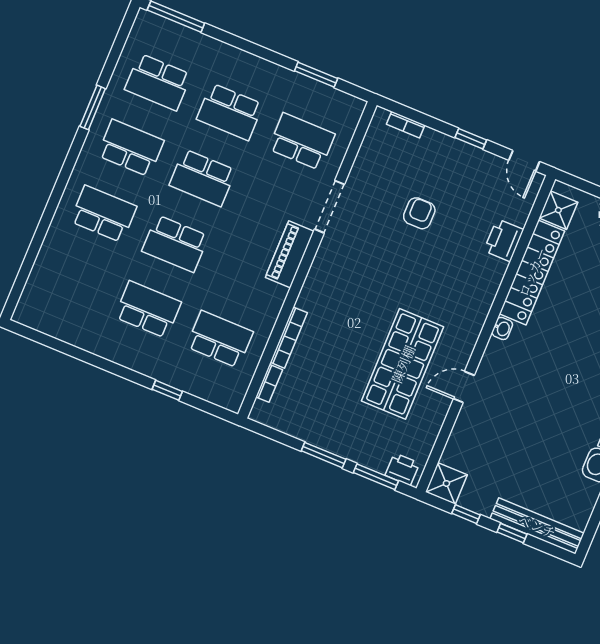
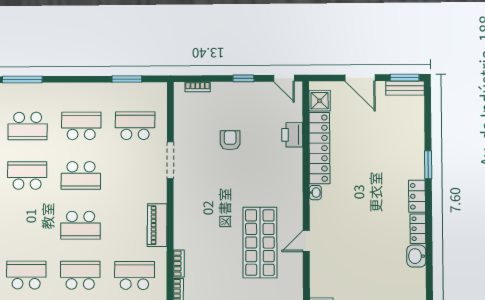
school desk: (230, 112) -> (81, 126), turned 180
school desk: (103, 214) -> (26, 275), moved
piano: (290, 254) -> (157, 225), moved
bookcase: (289, 338) -> (179, 264), width x0.64

